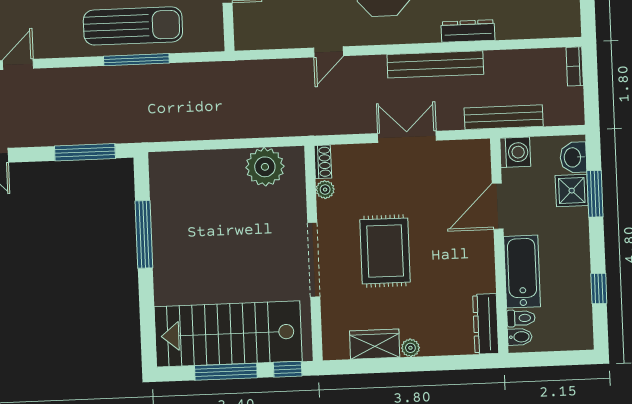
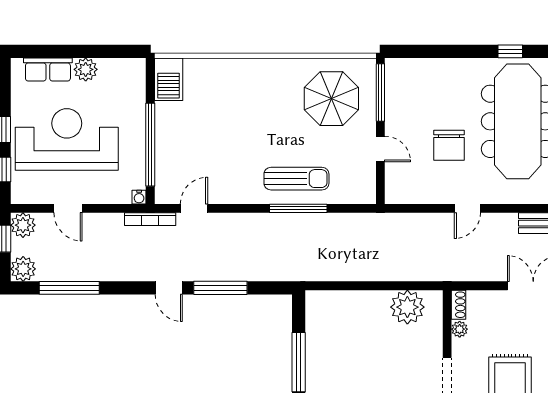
sun lounger: (133, 26) -> (296, 179), width x0.73, depth x0.75
window: (85, 152) -> (220, 288), moved

